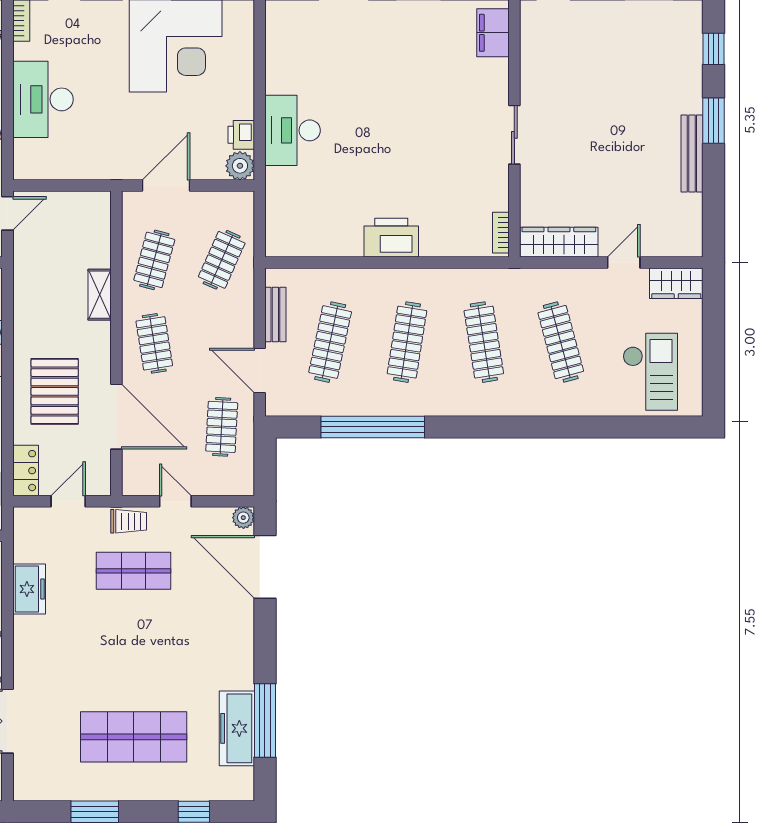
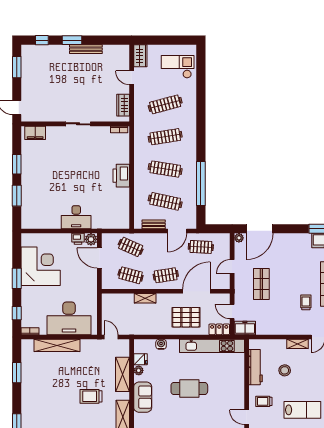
desk: (43, 99) -> (69, 318), width x1.36, depth x1.30
door: (166, 185) -> (99, 258), moved
wardrobe: (559, 242) -> (123, 105), width x0.67
trolley: (129, 521) -> (306, 302), moved
freezer: (29, 589) -> (245, 328), moved

